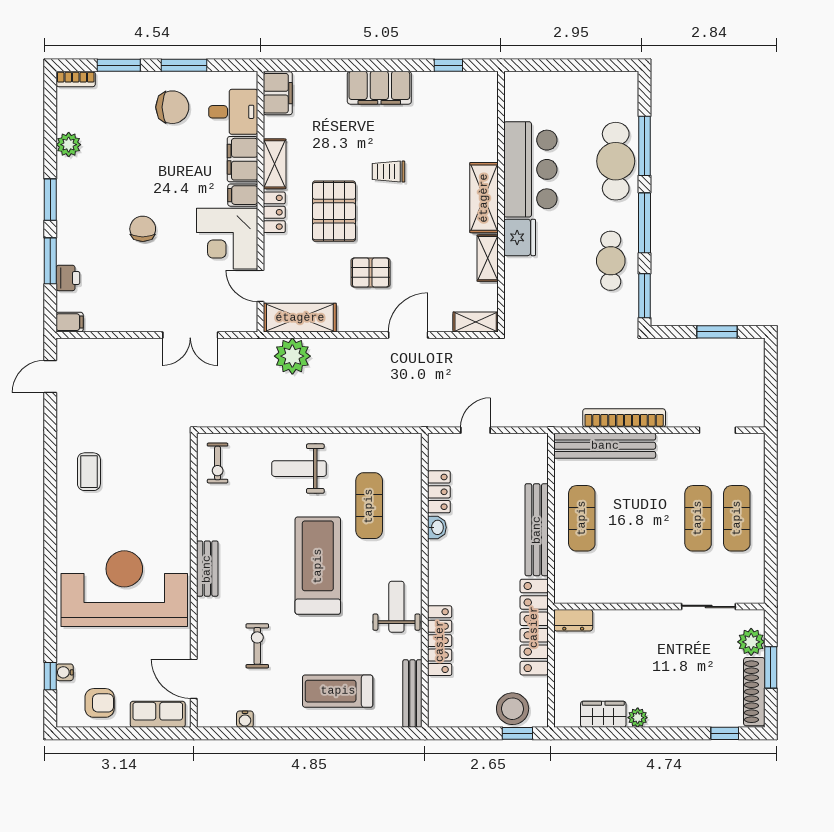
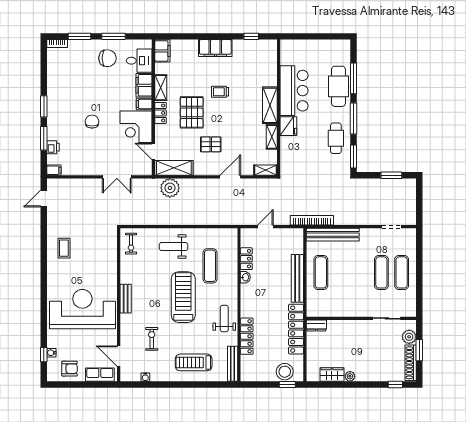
plant: (69, 145) -> (53, 78), removed
bookcase: (624, 418) -> (312, 220), moved

